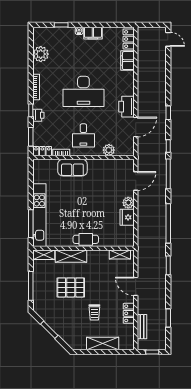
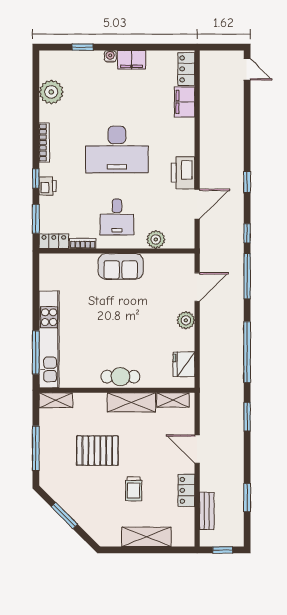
sofa: (72, 168) -> (121, 266), moved
fridge: (127, 217) -> (184, 364), moved
shelving: (71, 256) -> (131, 402), moved

